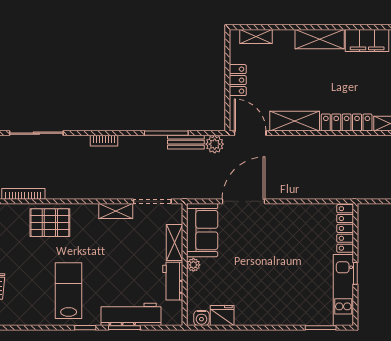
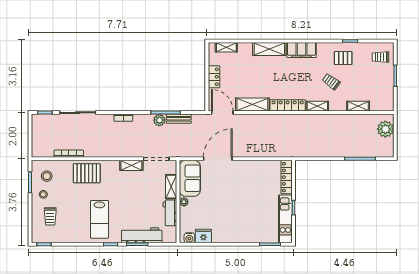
plant: (215, 144) -> (159, 120), moved
lab bench: (69, 291) -> (99, 219), turned 180

